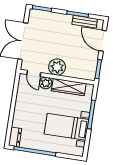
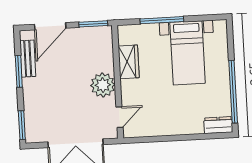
plant: (46, 83) -> (130, 97), removed
wardrobe: (69, 87) -> (129, 62), width x0.67

